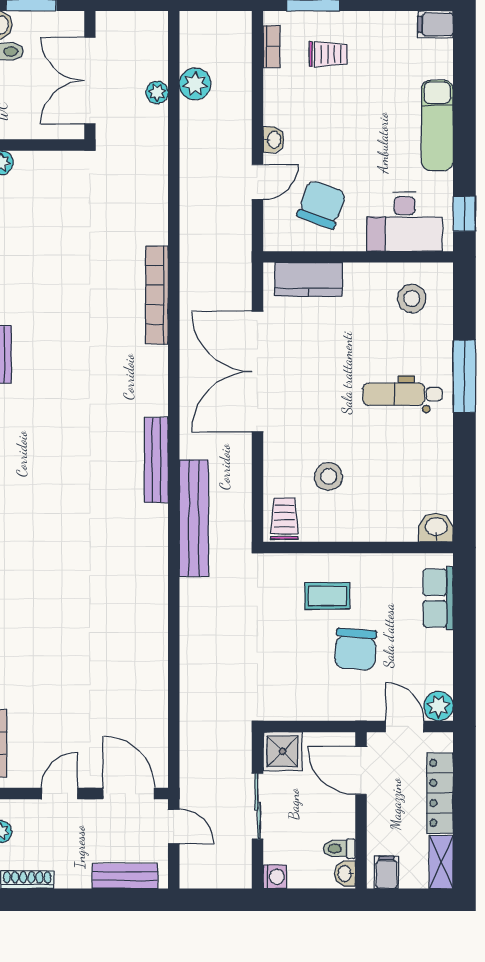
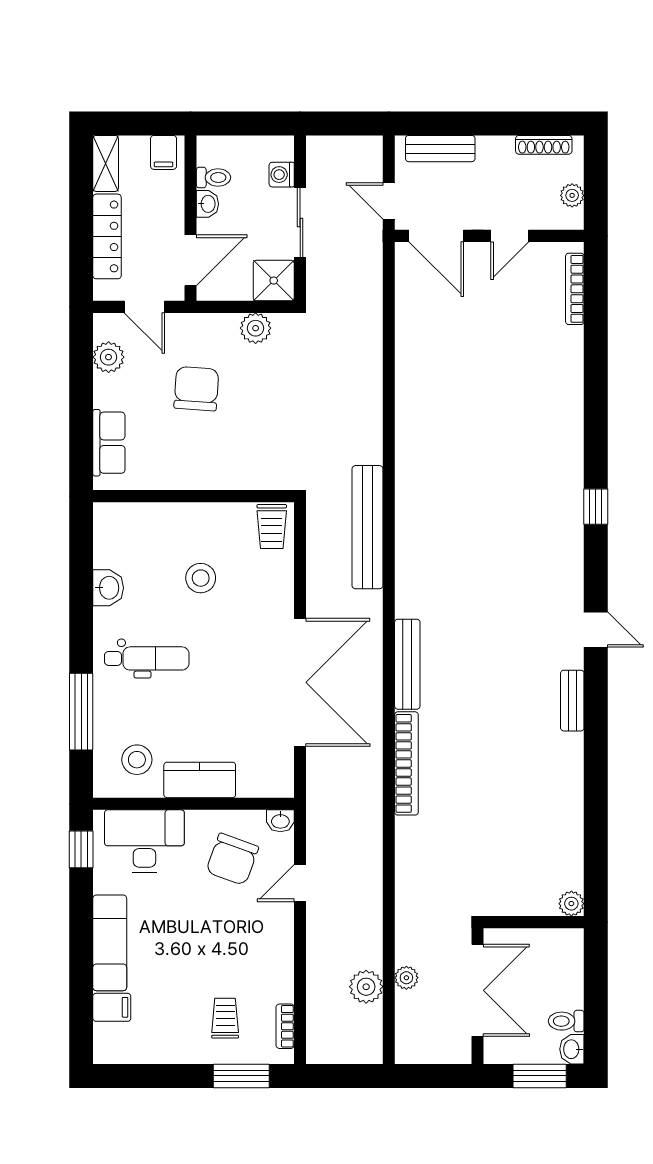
filing cabinet: (435, 24) -> (112, 1007), moved
trolley: (328, 54) -> (225, 1018), turned 90
washbasin: (274, 140) -> (280, 821), moved, turned -90
kitchen counter: (309, 279) -> (200, 780), moved
window: (464, 376) -> (81, 712), moved
bench: (156, 460) -> (407, 664), moved
stool: (329, 476) -> (201, 578), moved
washbasin: (436, 528) -> (108, 588), moved, turned -90
coffee table: (327, 596) -> (226, 445), removed
plant: (300, 706) -> (256, 328), added
plant: (439, 706) -> (109, 357), moved
door: (361, 770) -> (191, 260), hinge flipped
washbasin: (345, 874) -> (207, 204), moved
washing machine: (275, 877) -> (282, 175), moved

